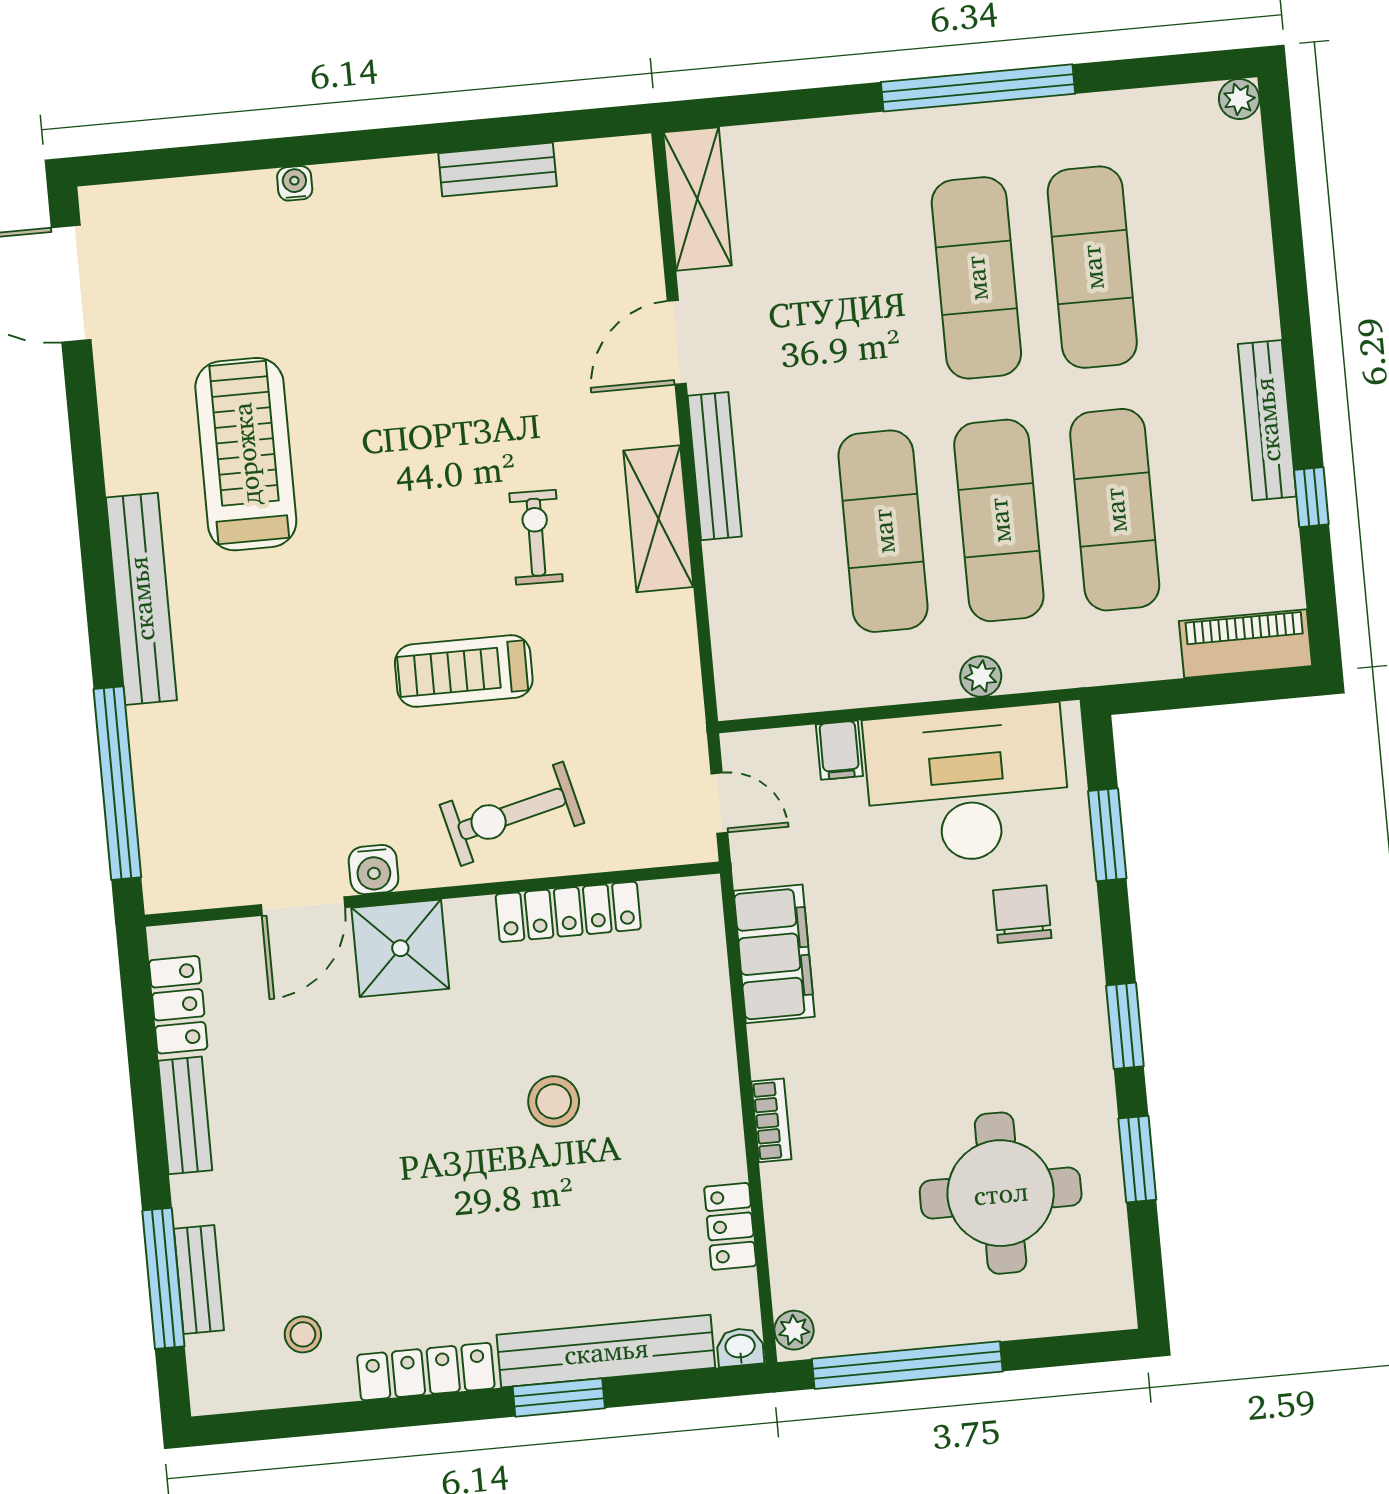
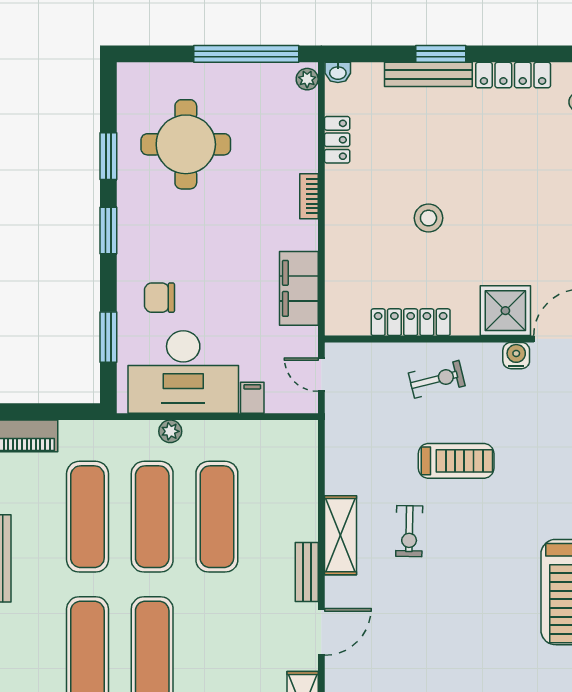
bench: (715, 466) -> (307, 572), width x0.73
exercise bike: (512, 814) -> (437, 379), width x0.73, depth x0.72
chair: (1022, 914) -> (159, 298), turned 90
bench: (606, 1351) -> (428, 74), width x0.73, depth x0.82

